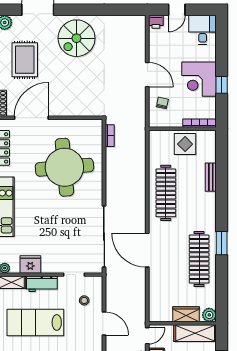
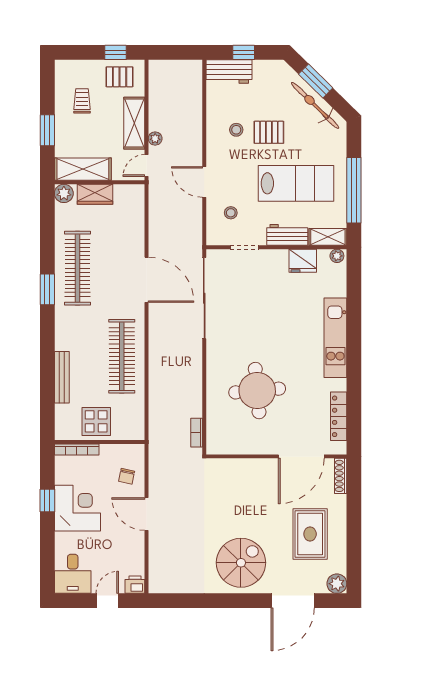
round table: (64, 167) -> (257, 391), width x0.73, depth x0.73
bench: (211, 177) -> (62, 377), width x1.36

